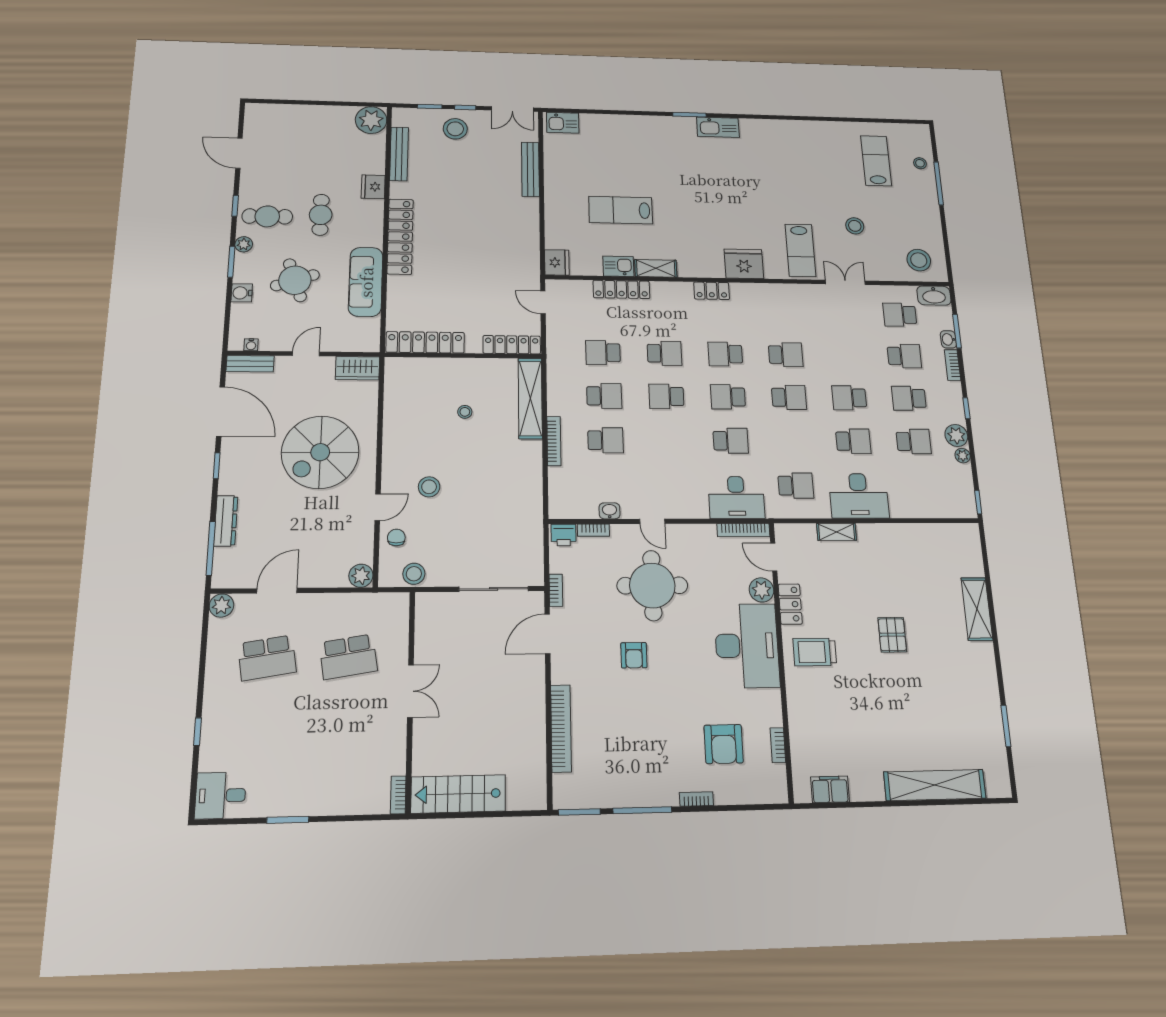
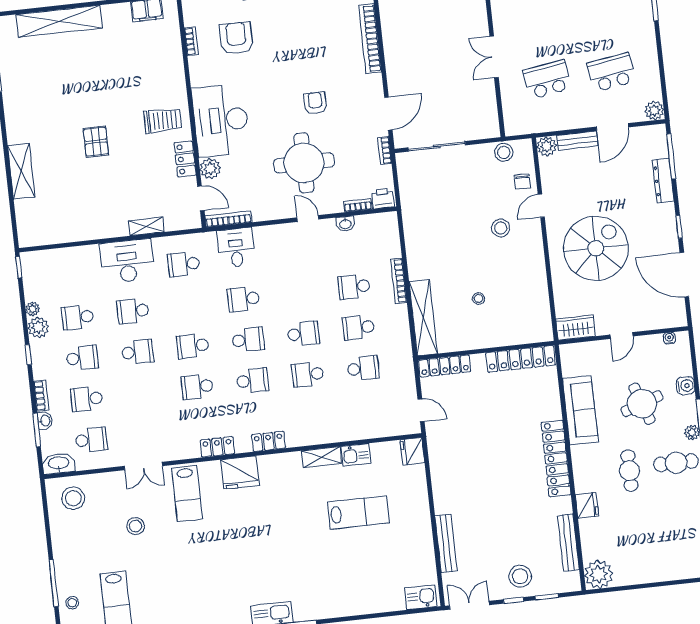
lab bench: (800, 250) -> (187, 493), turned 180
locker: (621, 289) -> (217, 447), moved, width x0.66
bench: (250, 364) -> (577, 141), moved
desk: (736, 497) -> (236, 248), width x0.73

